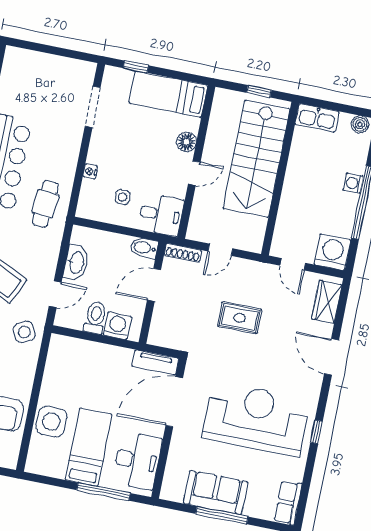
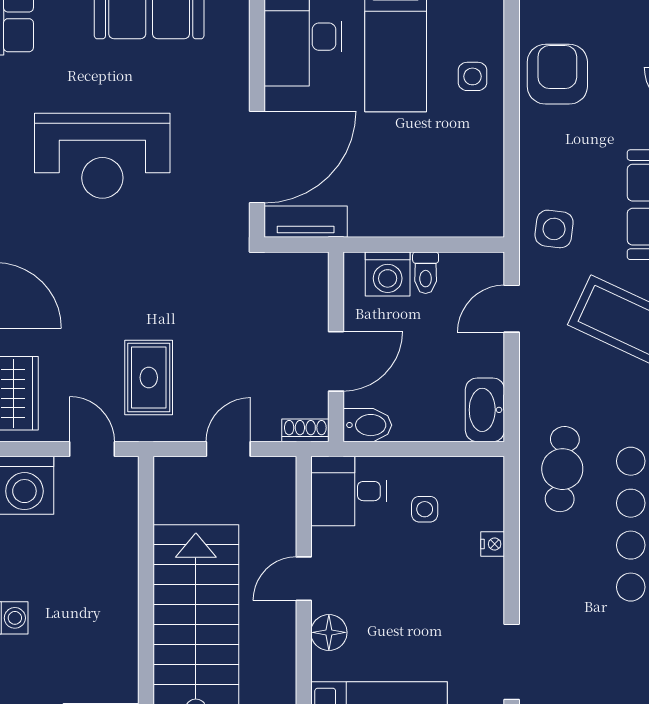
shoe rack: (183, 253) -> (305, 430), width x0.70
washbasin: (76, 263) -> (485, 410), moved
toilet: (95, 318) -> (426, 273), width x0.73, depth x0.72
rug: (240, 318) -> (149, 378), moved, turned 90
side table: (24, 332) -> (554, 229), turned 35
reception desk: (256, 419) -> (102, 156), width x0.74, depth x0.77
side table: (51, 422) -> (472, 76), width x0.54, depth x0.54

